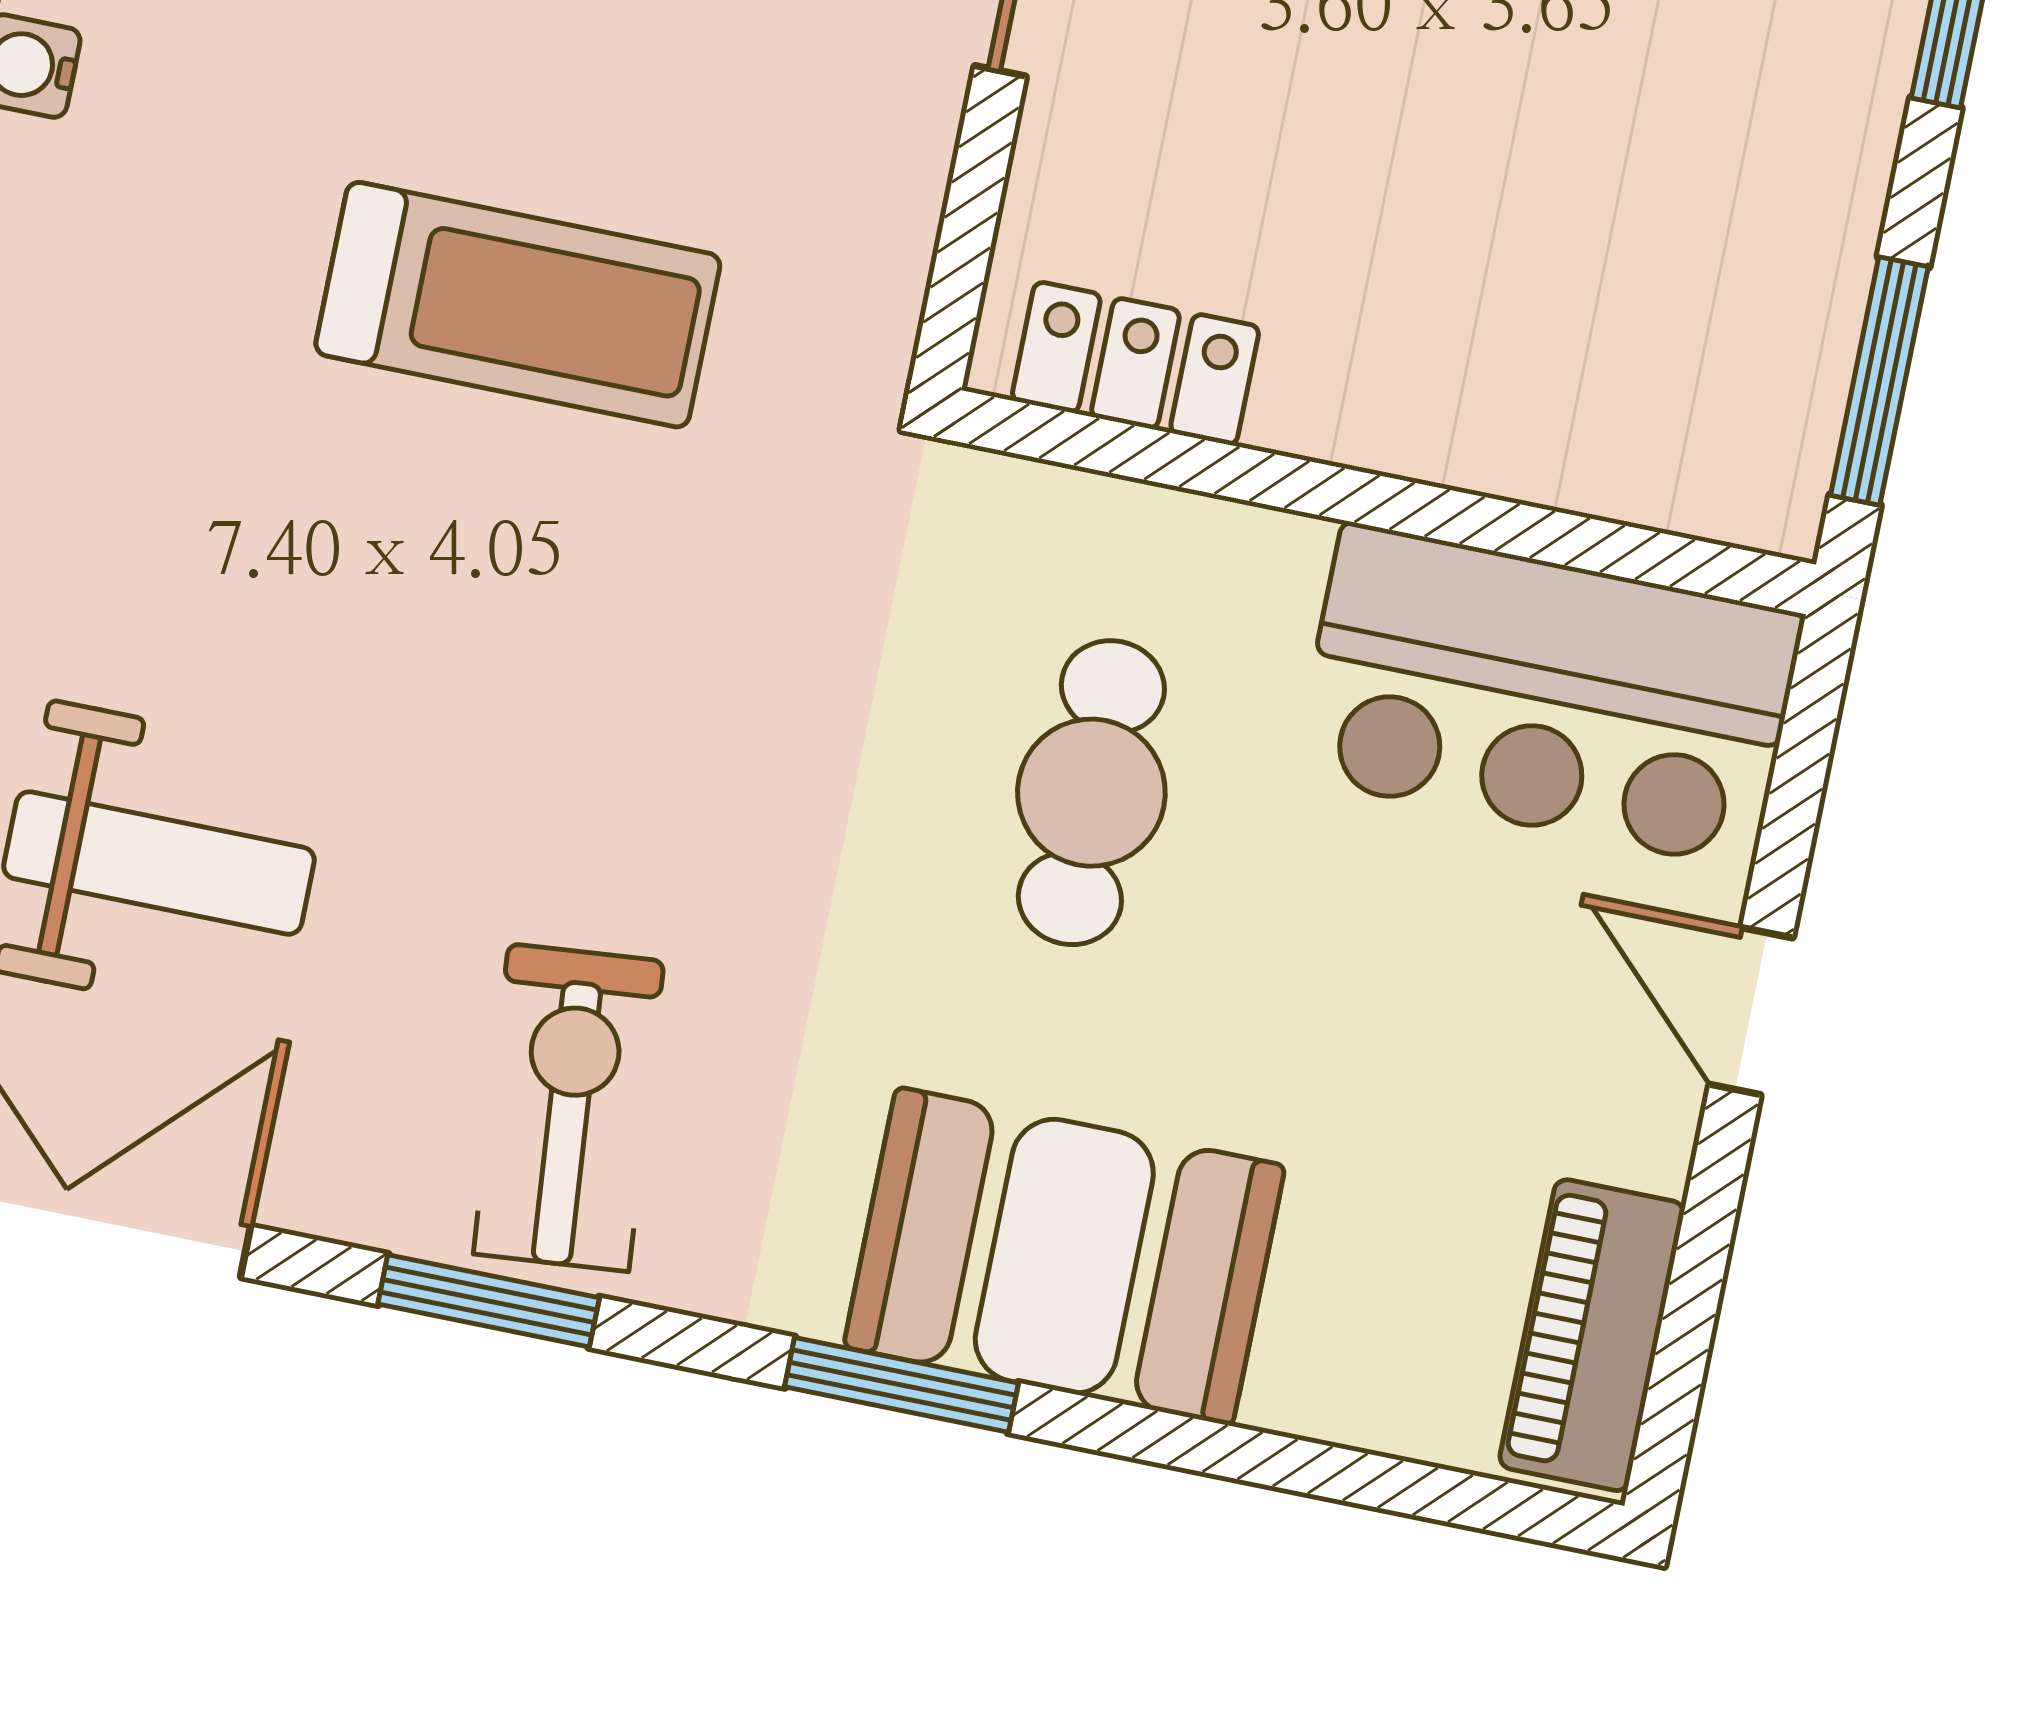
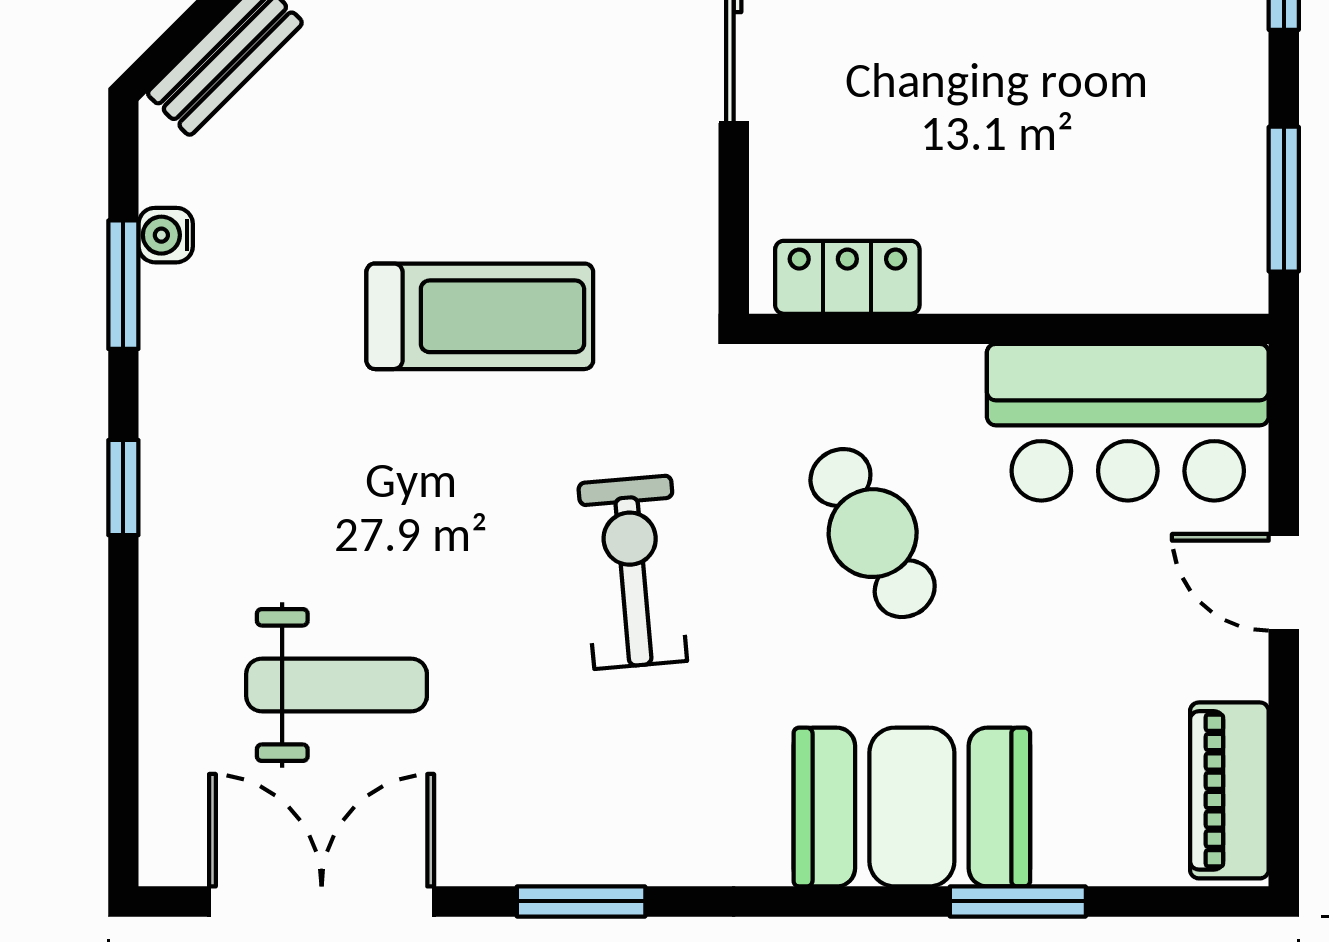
cafe table: (1091, 793) -> (873, 533), turned -30
exercise bike: (569, 1108) -> (633, 572), moved
window: (901, 1385) -> (1018, 901), moved

